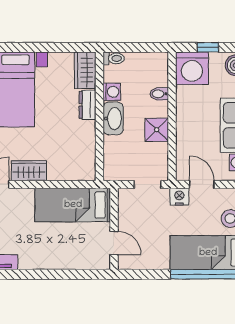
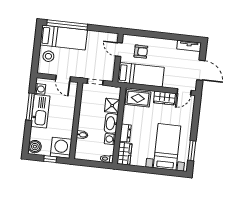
shower: (157, 130) -> (112, 106), moved
rug: (73, 165) -> (138, 98), added
nightstand: (179, 197) -> (77, 73), removed
armchair: (77, 244) -> (141, 52), added

